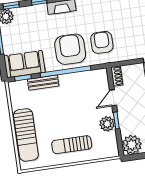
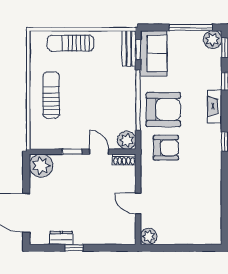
bench: (43, 83) -> (129, 48), moved
plant: (107, 124) -> (127, 140), moved
sun lounger: (26, 135) -> (70, 43), width x0.73, depth x0.75

